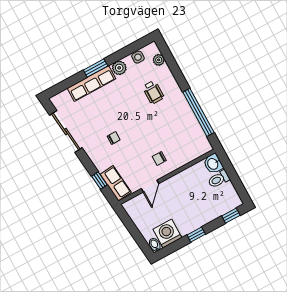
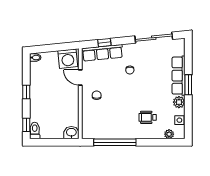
toilet: (219, 179) -> (35, 131), moved
row of seats: (116, 183) -> (102, 53), width x1.48
washing machine: (167, 233) -> (68, 59), moved, turned 84

